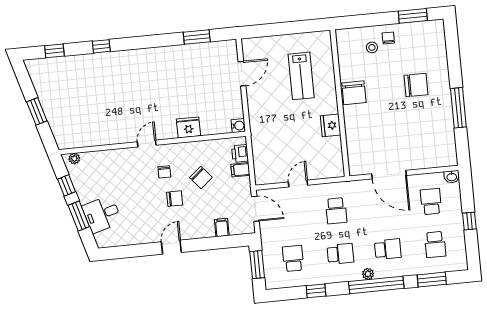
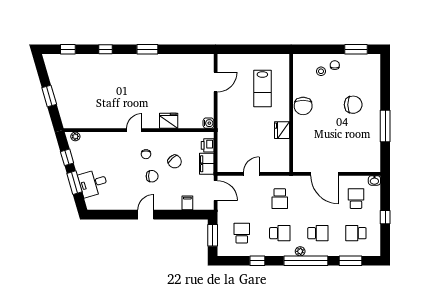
window: (197, 37) -> (147, 49), moved
filing cabinet: (240, 170) -> (207, 164), width x2.00
school desk: (435, 244) -> (356, 233), turned 90

